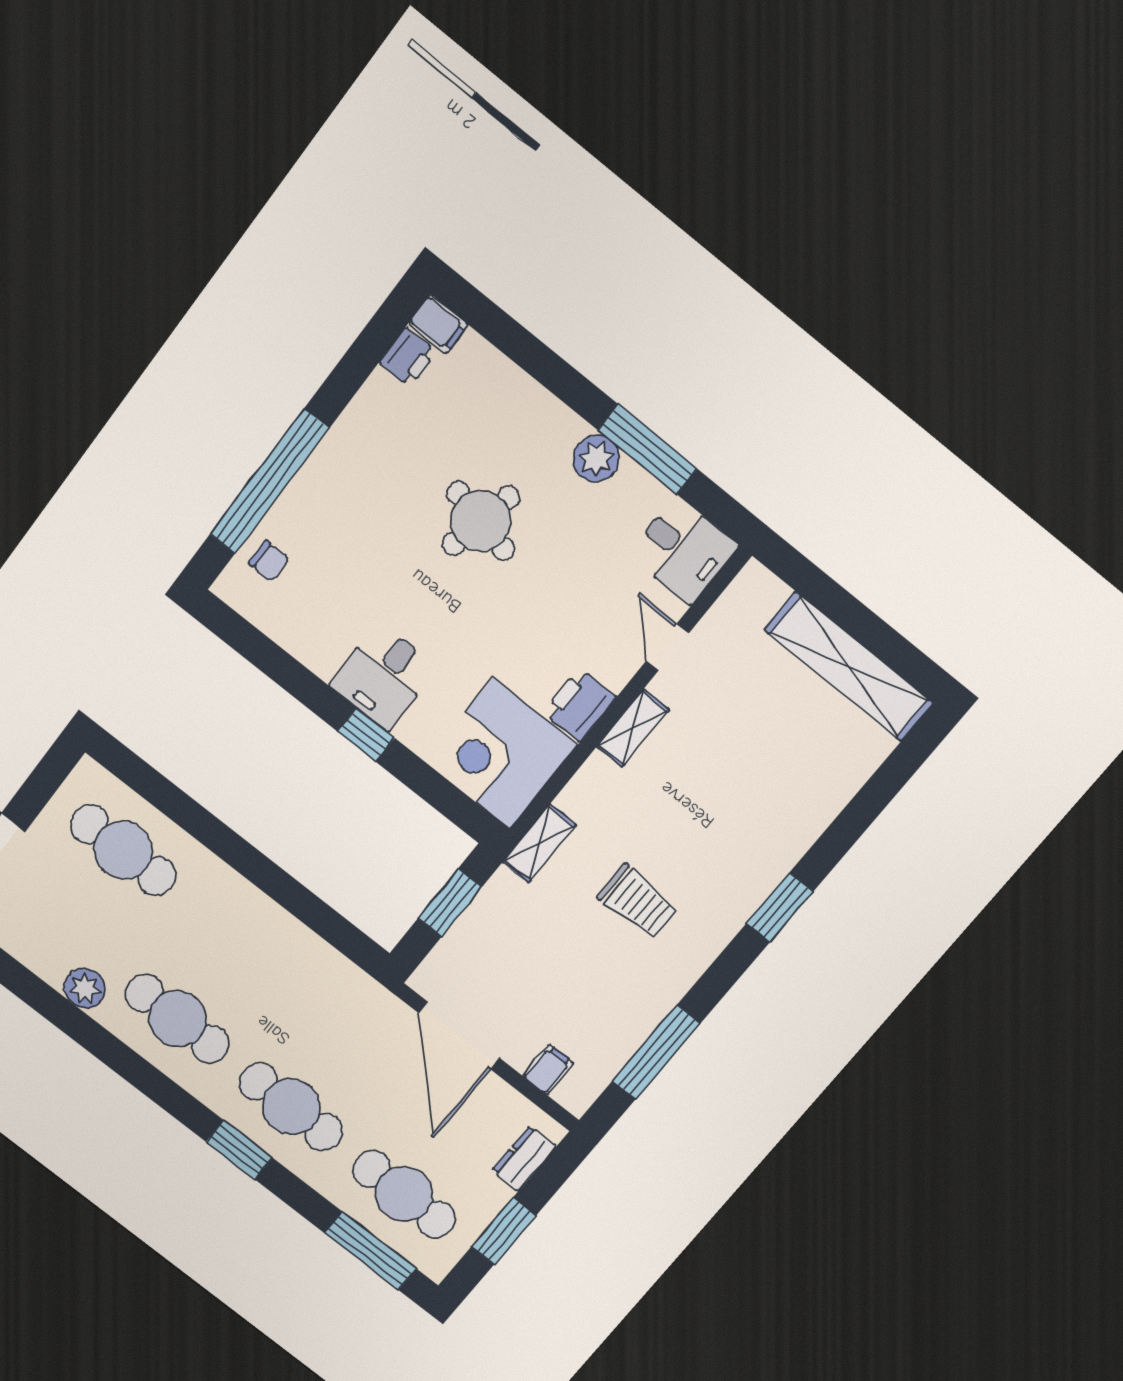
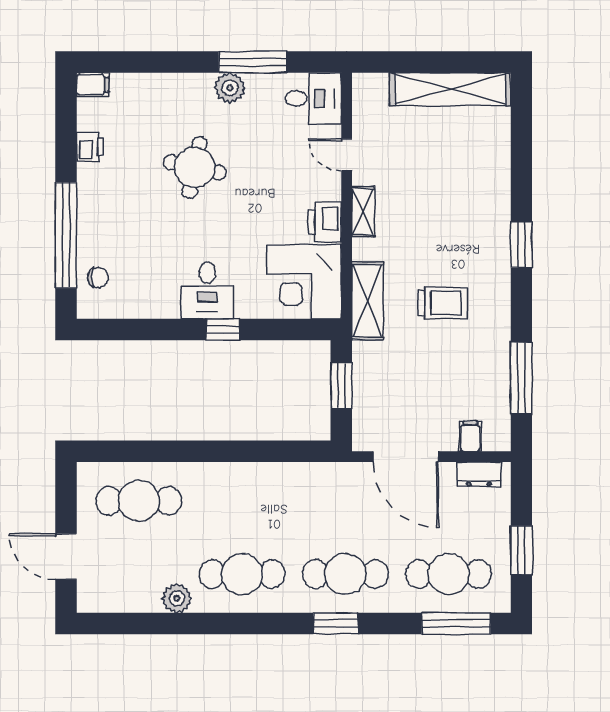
printer: (408, 357) -> (90, 147), moved
shelving: (539, 844) -> (368, 301), width x1.50, depth x1.33
dresser: (524, 1158) -> (479, 474), moved, turned -90

